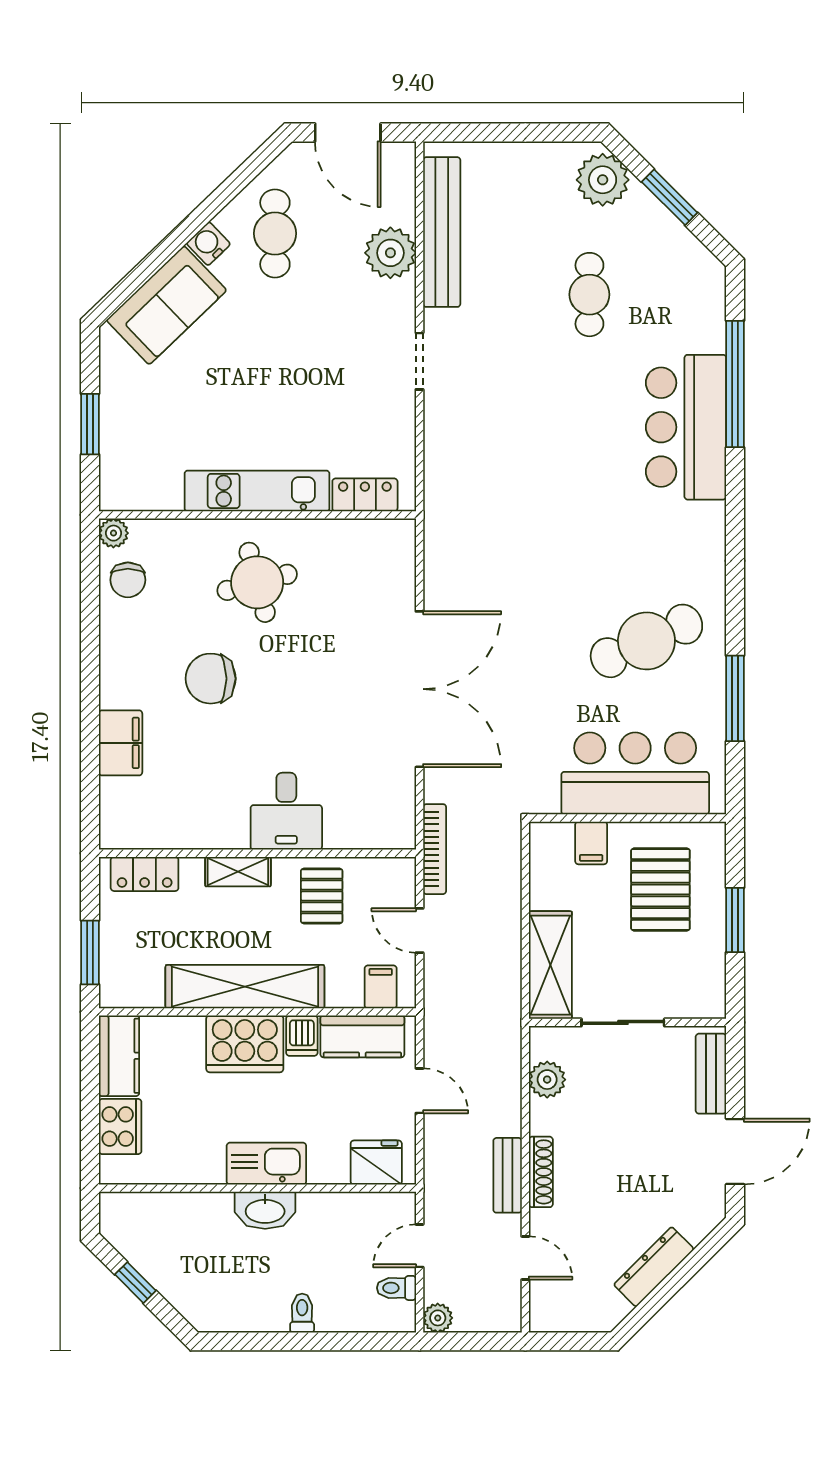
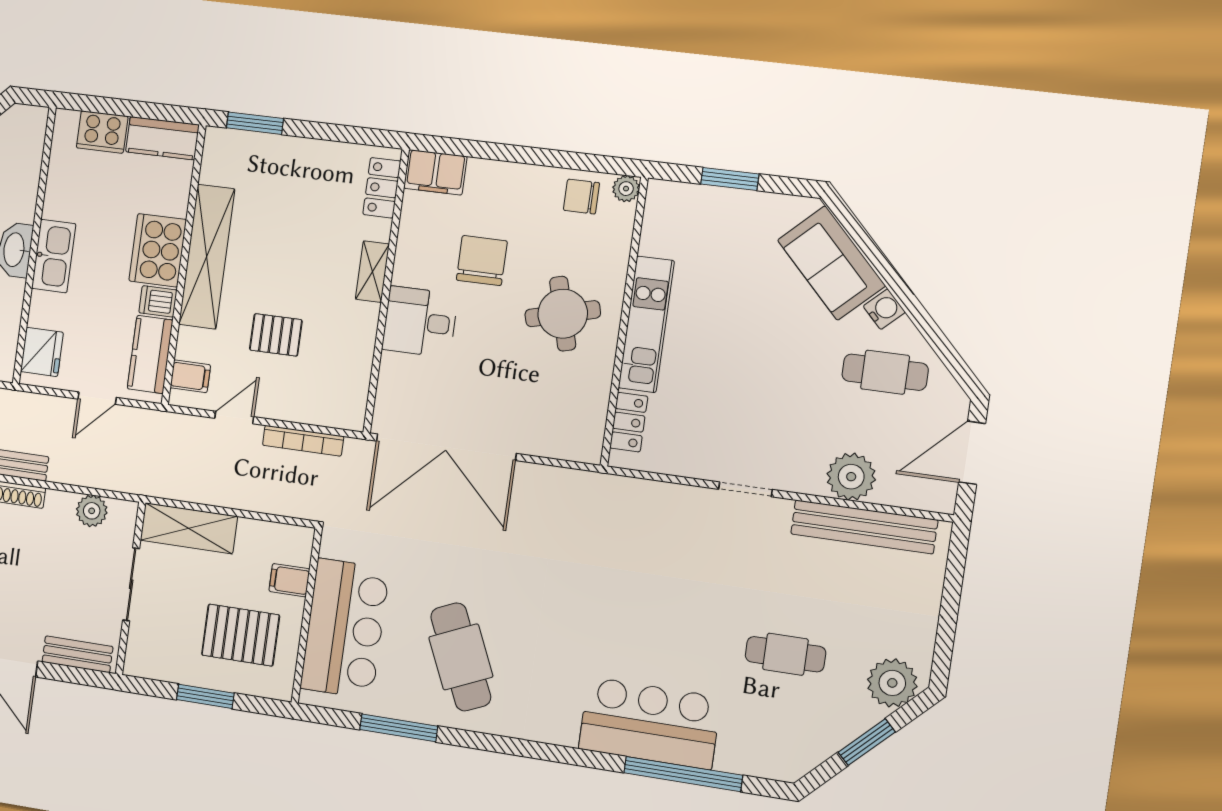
desk: (286, 811) -> (420, 322), moved
wall: (257, 853) -> (386, 291), moved
shelving: (238, 872) -> (372, 272), moved
locker: (145, 874) -> (382, 188), moved

